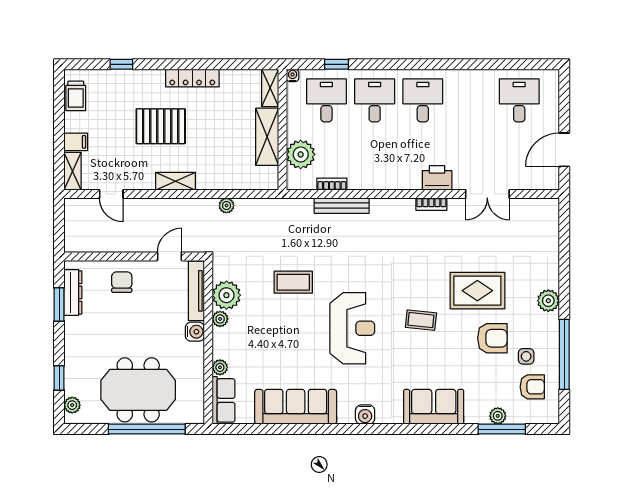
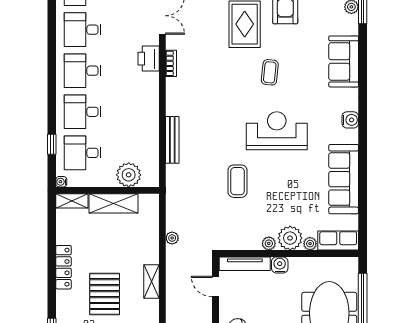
desk: (471, 100) -> (83, 30), added
bookcase: (332, 184) -> (154, 148), removed
plant: (226, 295) -> (290, 238), moved

